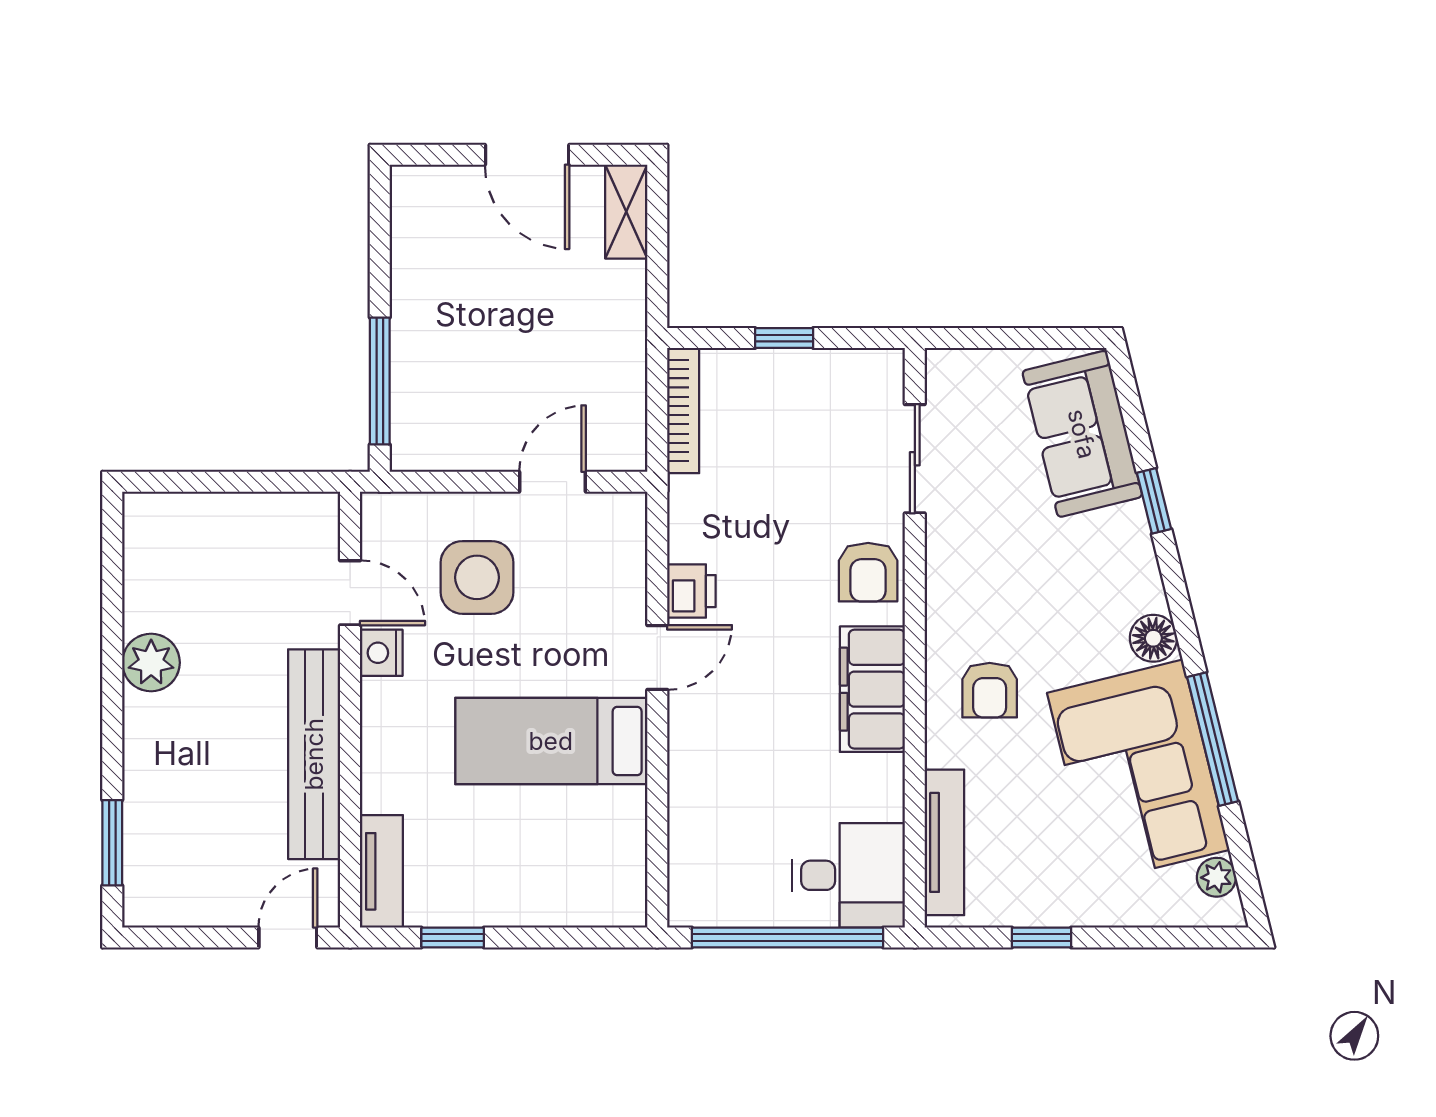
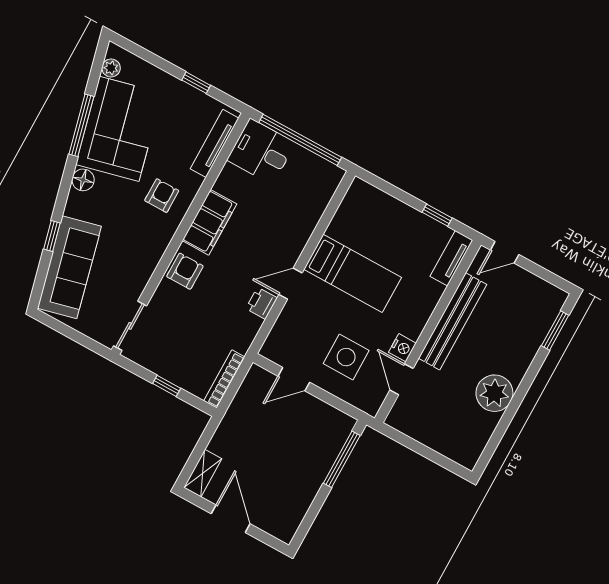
sofa: (1082, 434) -> (69, 267), width x1.36
sliding door: (915, 459) -> (130, 326), moved
plant: (151, 663) -> (494, 393), width x1.36, depth x1.36

